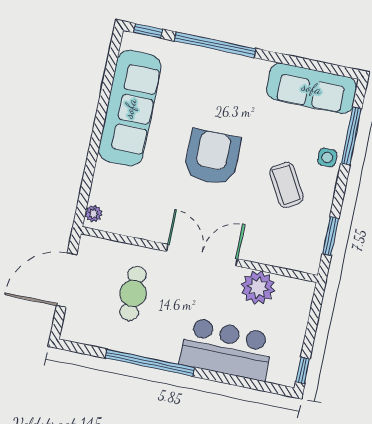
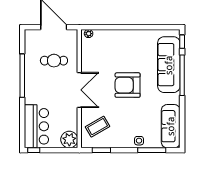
sofa: (130, 108) -> (169, 65), moved, turned 90
armchair: (212, 157) -> (128, 85), turned 180
coffee table: (286, 185) -> (98, 127), moved
plant: (258, 288) -> (69, 140), moved
bar counter: (226, 349) -> (36, 126), moved

